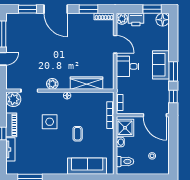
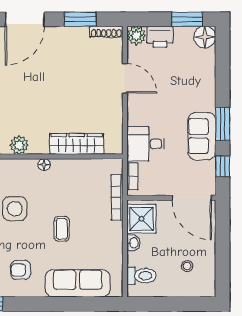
door: (56, 9) -> (25, 19), hinge flipped
sofa: (161, 65) -> (202, 136), moved
desk: (127, 66) -> (146, 144), moved
armchair: (53, 158) -> (21, 270), added

